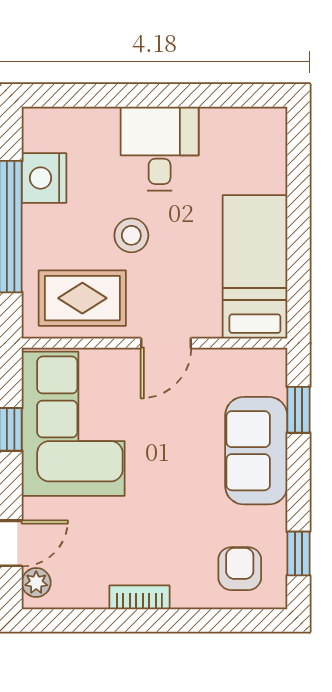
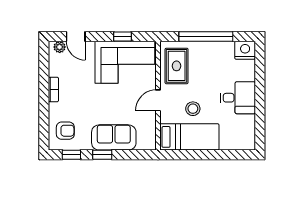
nightstand: (44, 178) -> (245, 50), moved
stool: (131, 235) -> (193, 109), moved
door: (166, 343) -> (158, 100), hinge flipped
window: (298, 410) -> (102, 155), moved

